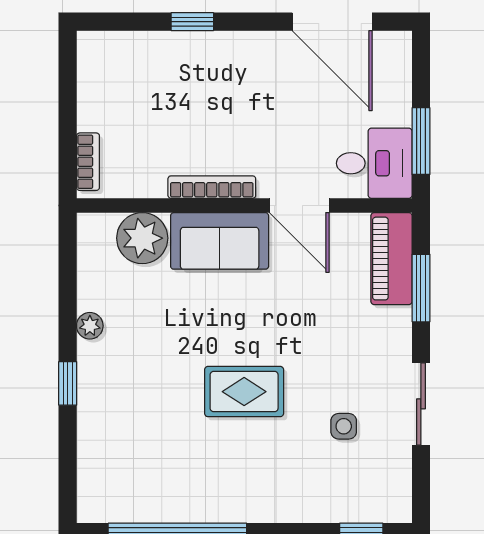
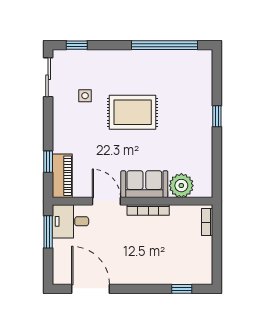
window: (192, 22) -> (182, 289), moved
window: (421, 288) -> (48, 162), width x0.67
plant: (90, 326) -> (206, 144), removed
rug: (244, 392) -> (133, 112), width x1.36, depth x1.43
sliding door: (421, 404) -> (48, 77), moved

